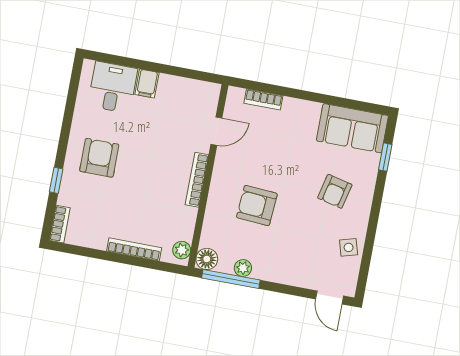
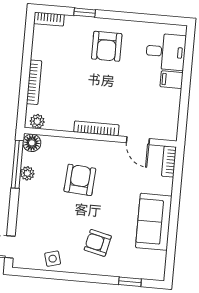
bookcase: (263, 100) -> (169, 162), moved
sofa: (352, 128) -> (154, 222), moved
armchair: (99, 158) -> (107, 46), turned 90

